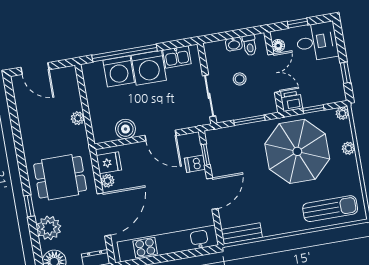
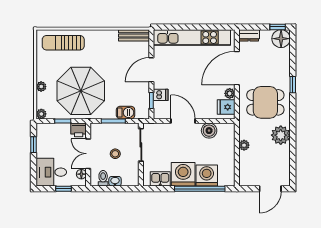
door: (35, 69) -> (270, 189), swing flipped
barbecue: (236, 134) -> (126, 113), added
plant: (49, 228) -> (281, 135), moved

